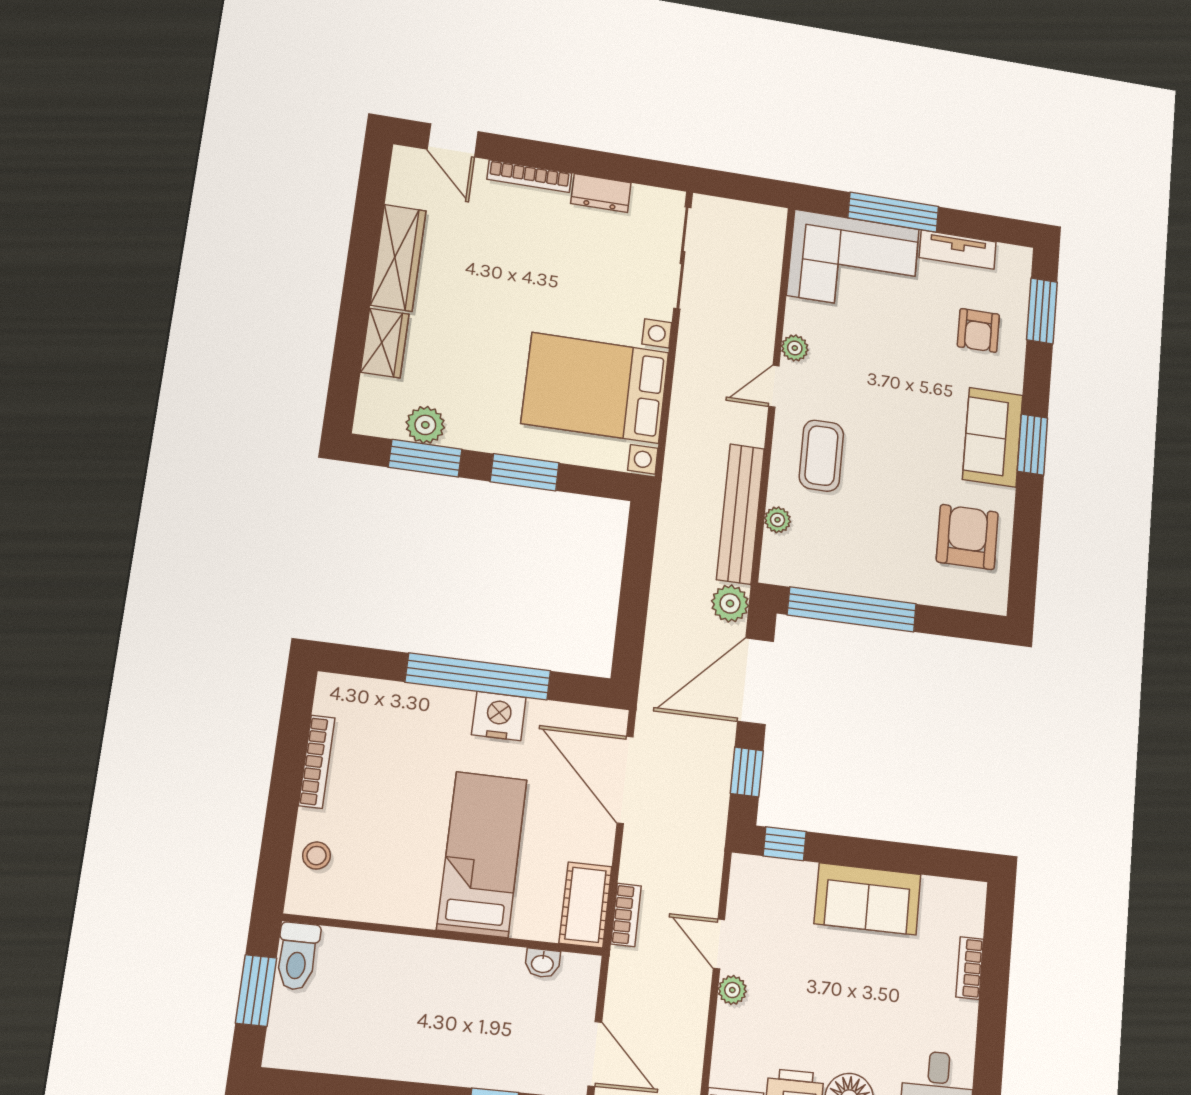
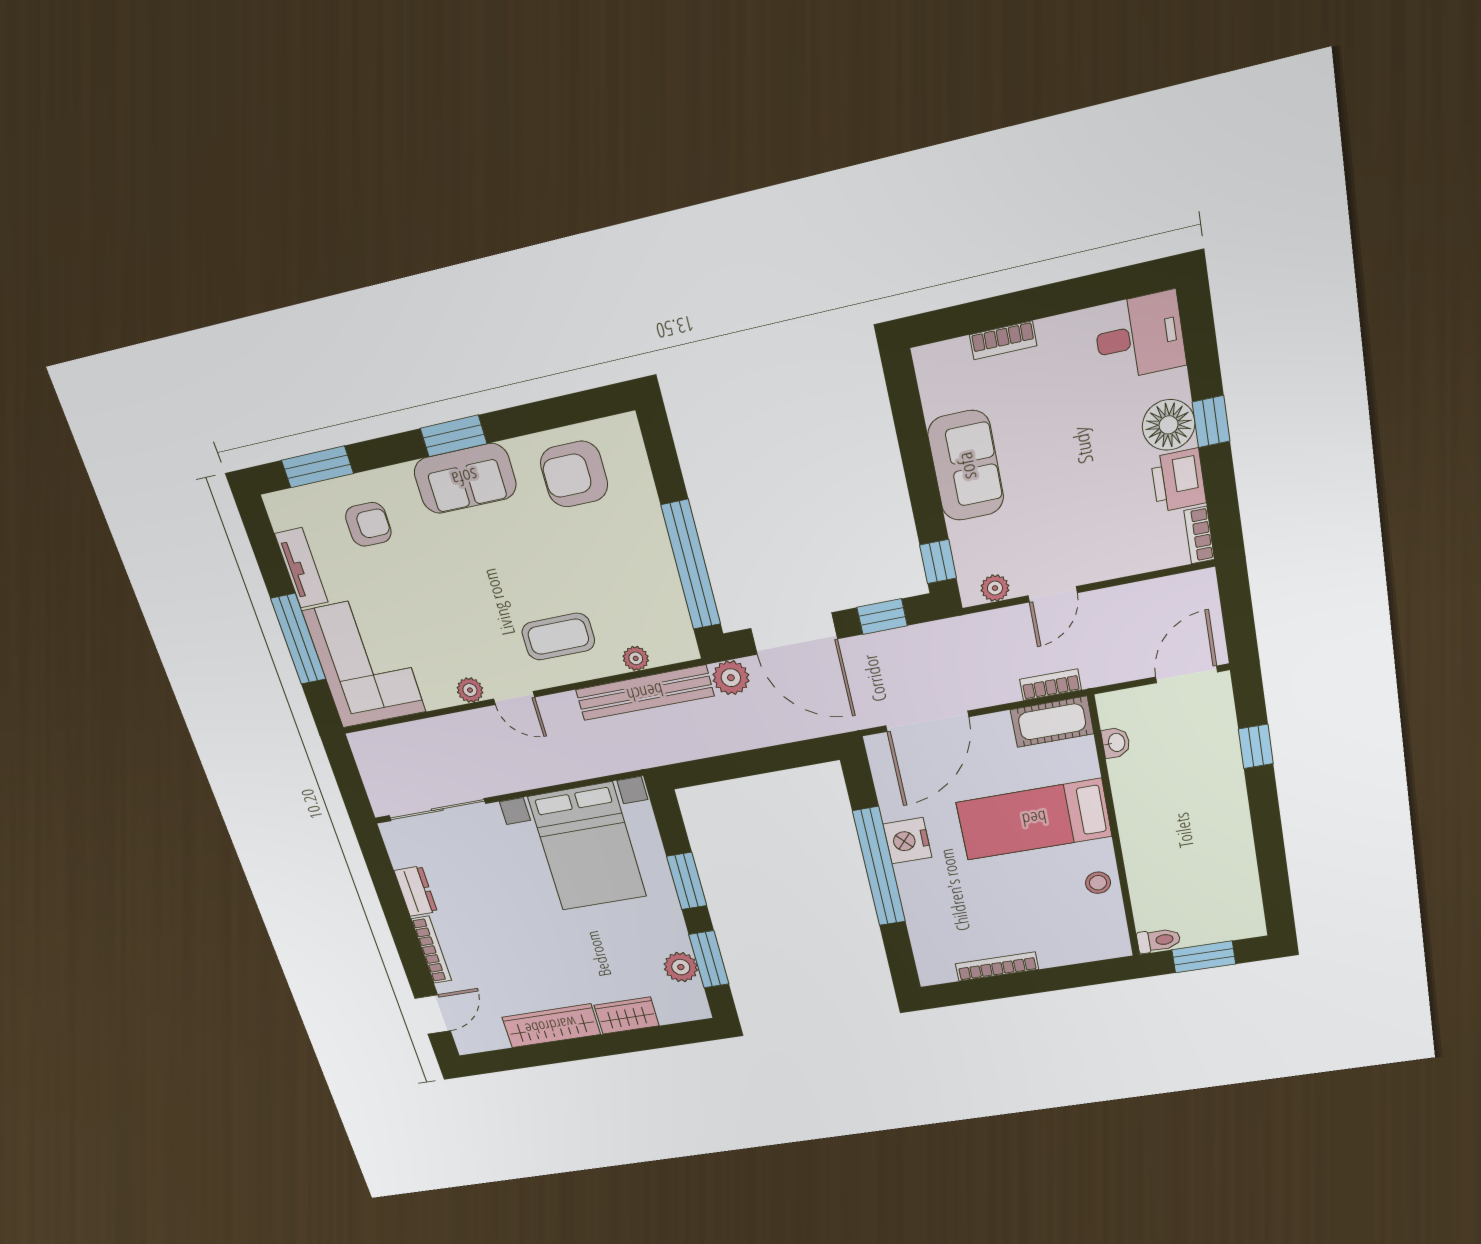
stool: (317, 856) -> (1098, 883), moved
toilet: (297, 956) -> (1159, 940), width x0.73, depth x0.72
plant: (732, 990) -> (995, 588), moved

